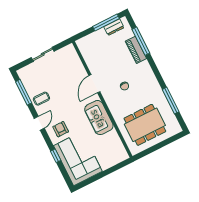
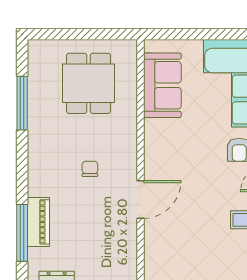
sofa: (99, 118) -> (162, 85), moved
dining table: (145, 125) -> (88, 83), width x0.73

